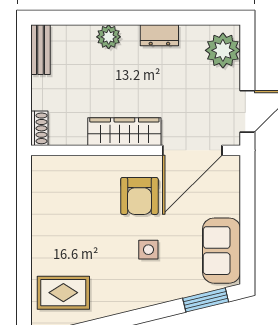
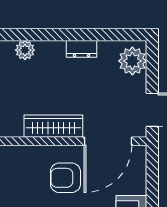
plant: (109, 37) -> (25, 50), moved
armchair: (139, 196) -> (65, 178), turned 90

